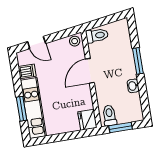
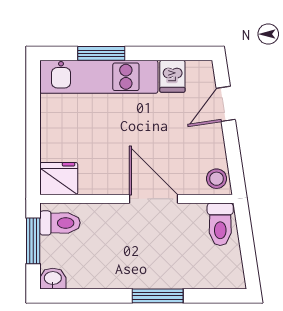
washbasin: (133, 86) -> (53, 279), moved

